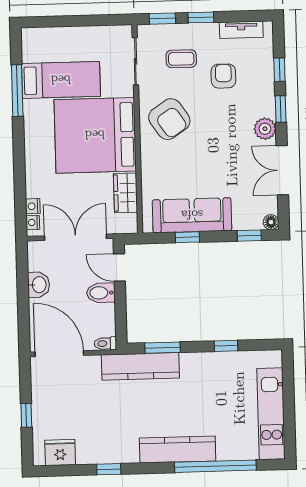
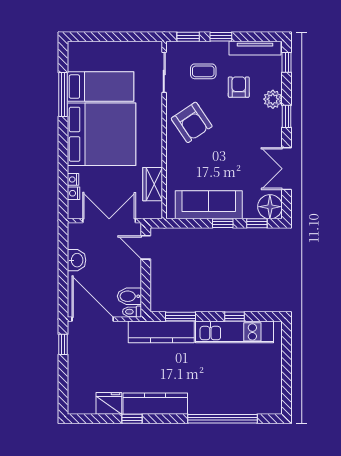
tv unit: (241, 30) -> (255, 48), width x1.41
window: (279, 70) -> (287, 62), moved
plant: (265, 129) -> (273, 99), moved
bed: (95, 135) -> (102, 134), moved, turned 180
nightstand: (33, 222) -> (73, 179), moved
floor lamp: (271, 222) -> (270, 207), width x1.89, depth x1.89
window: (187, 237) -> (223, 223), moved
bidet: (101, 293) -> (129, 296), moved
kitchen unit: (271, 414) -> (234, 332), moved, turned -90
window: (26, 415) -> (63, 344), moved
kitchen counter: (178, 449) -> (155, 404), moved
fridge: (60, 452) -> (109, 403), moved

